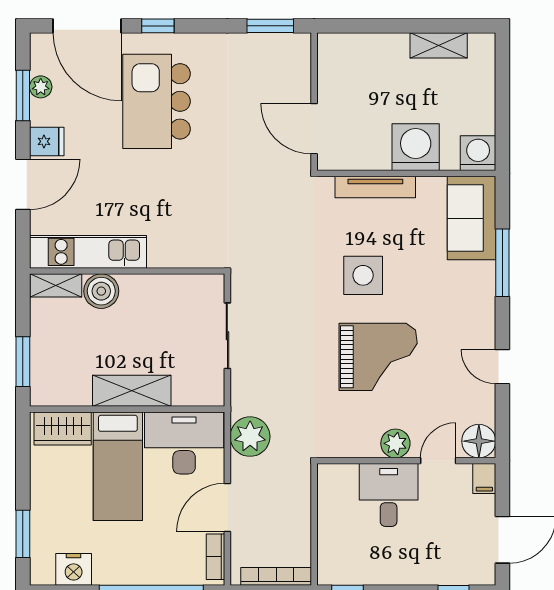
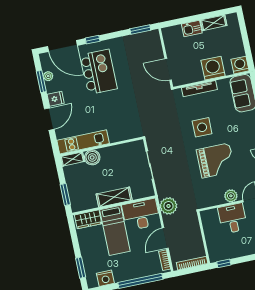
kitchen sink: (387, 48) -> (192, 28), added
kitchen island: (156, 101) -> (99, 72), turned 180

